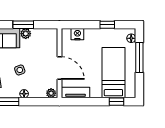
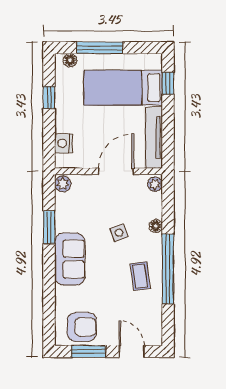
plant: (26, 34) -> (63, 184), moved
tv unit: (75, 93) -> (154, 138), width x1.41

